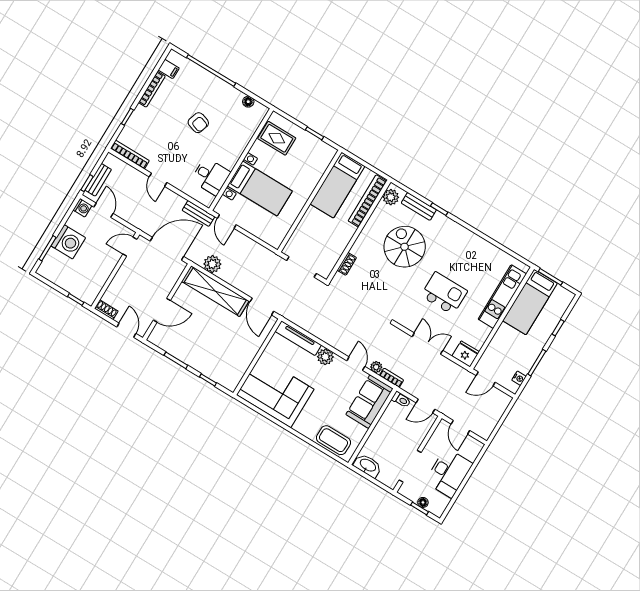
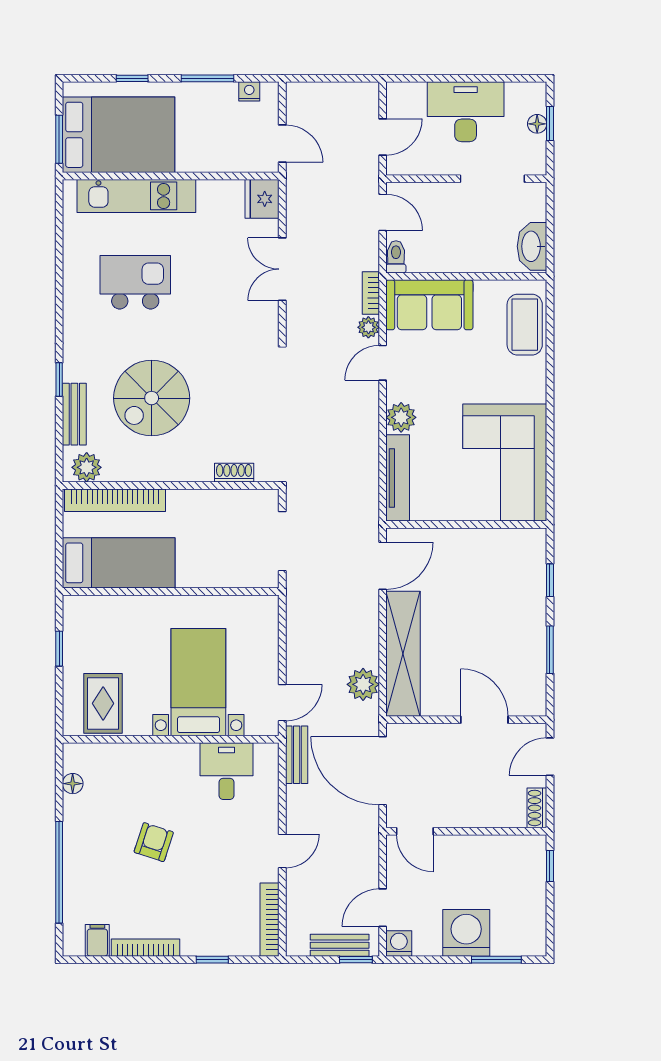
kitchen island: (444, 293) -> (135, 282), moved, turned 90
bed: (530, 302) -> (119, 135), width x1.50

